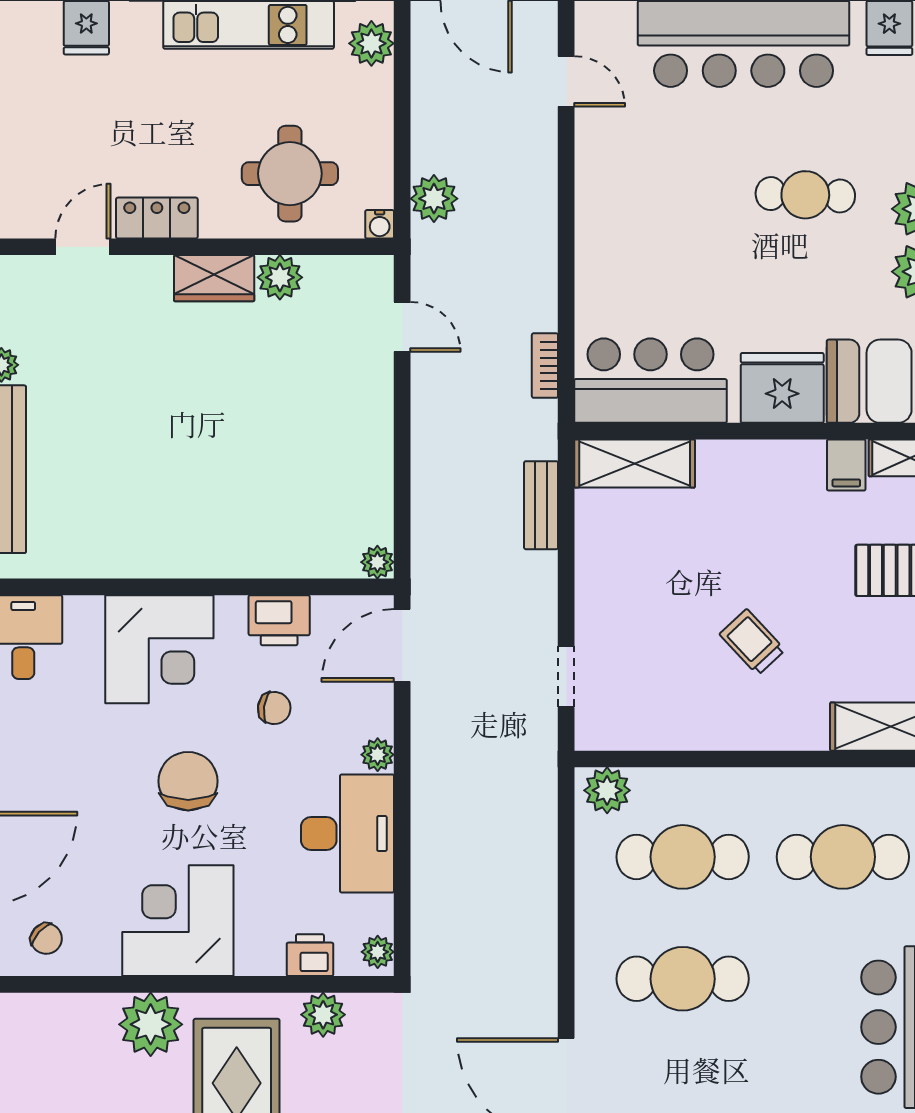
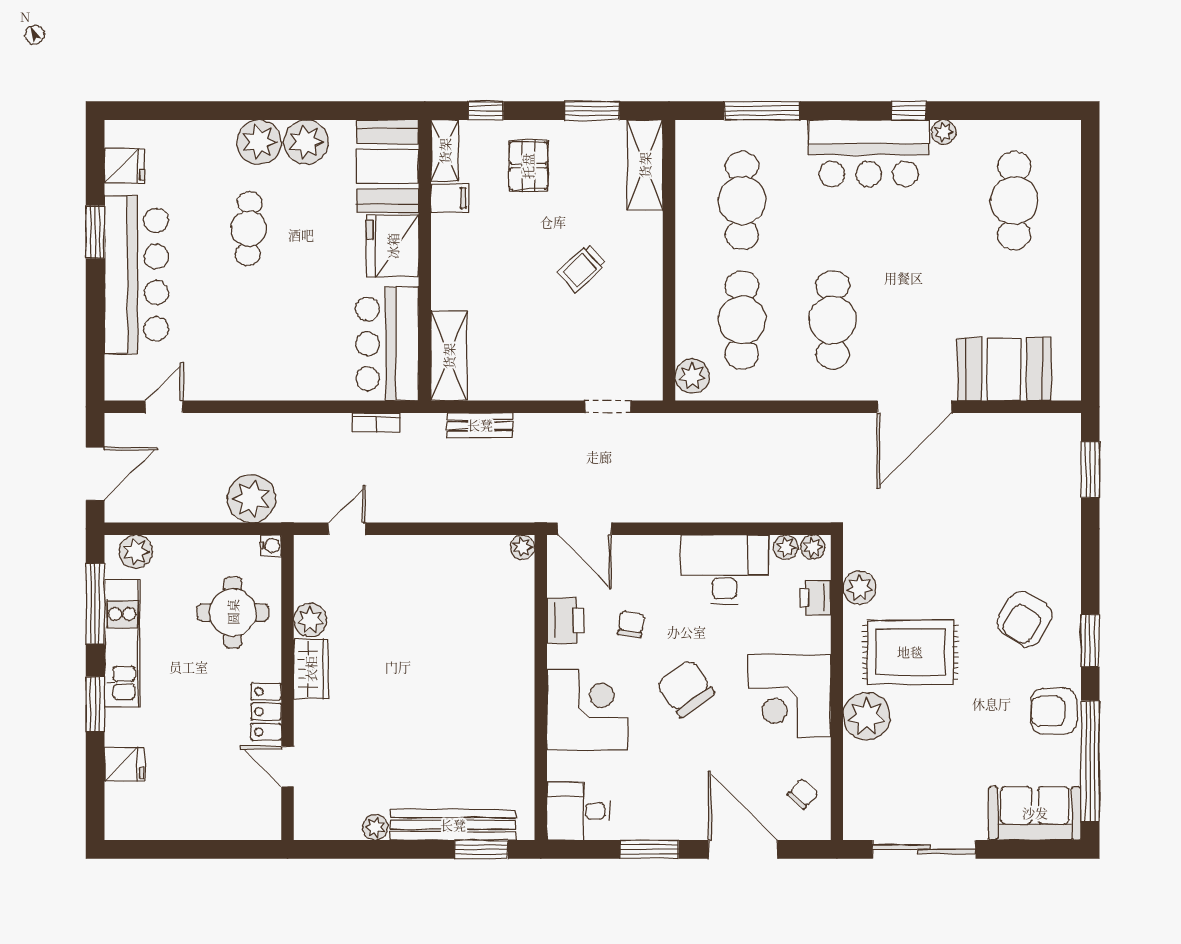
plant: (434, 199) -> (251, 499), width x1.36, depth x1.36
plant: (378, 755) -> (786, 547), moved
chair: (188, 781) -> (686, 688), turned 54

